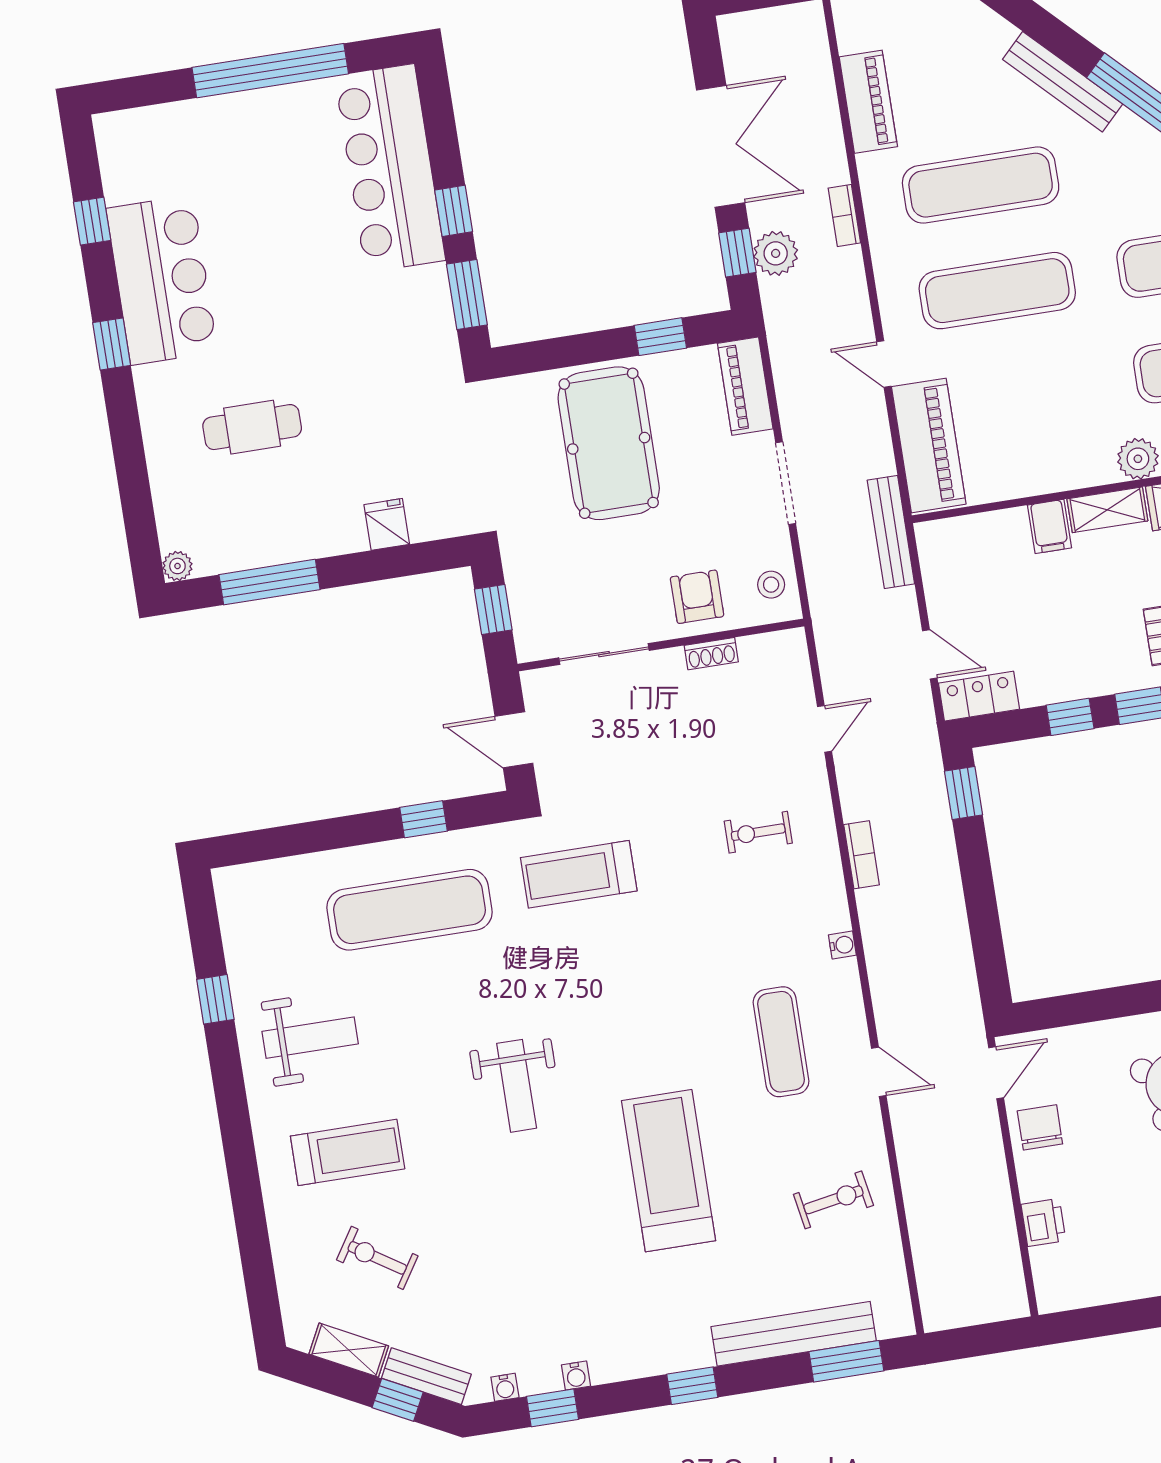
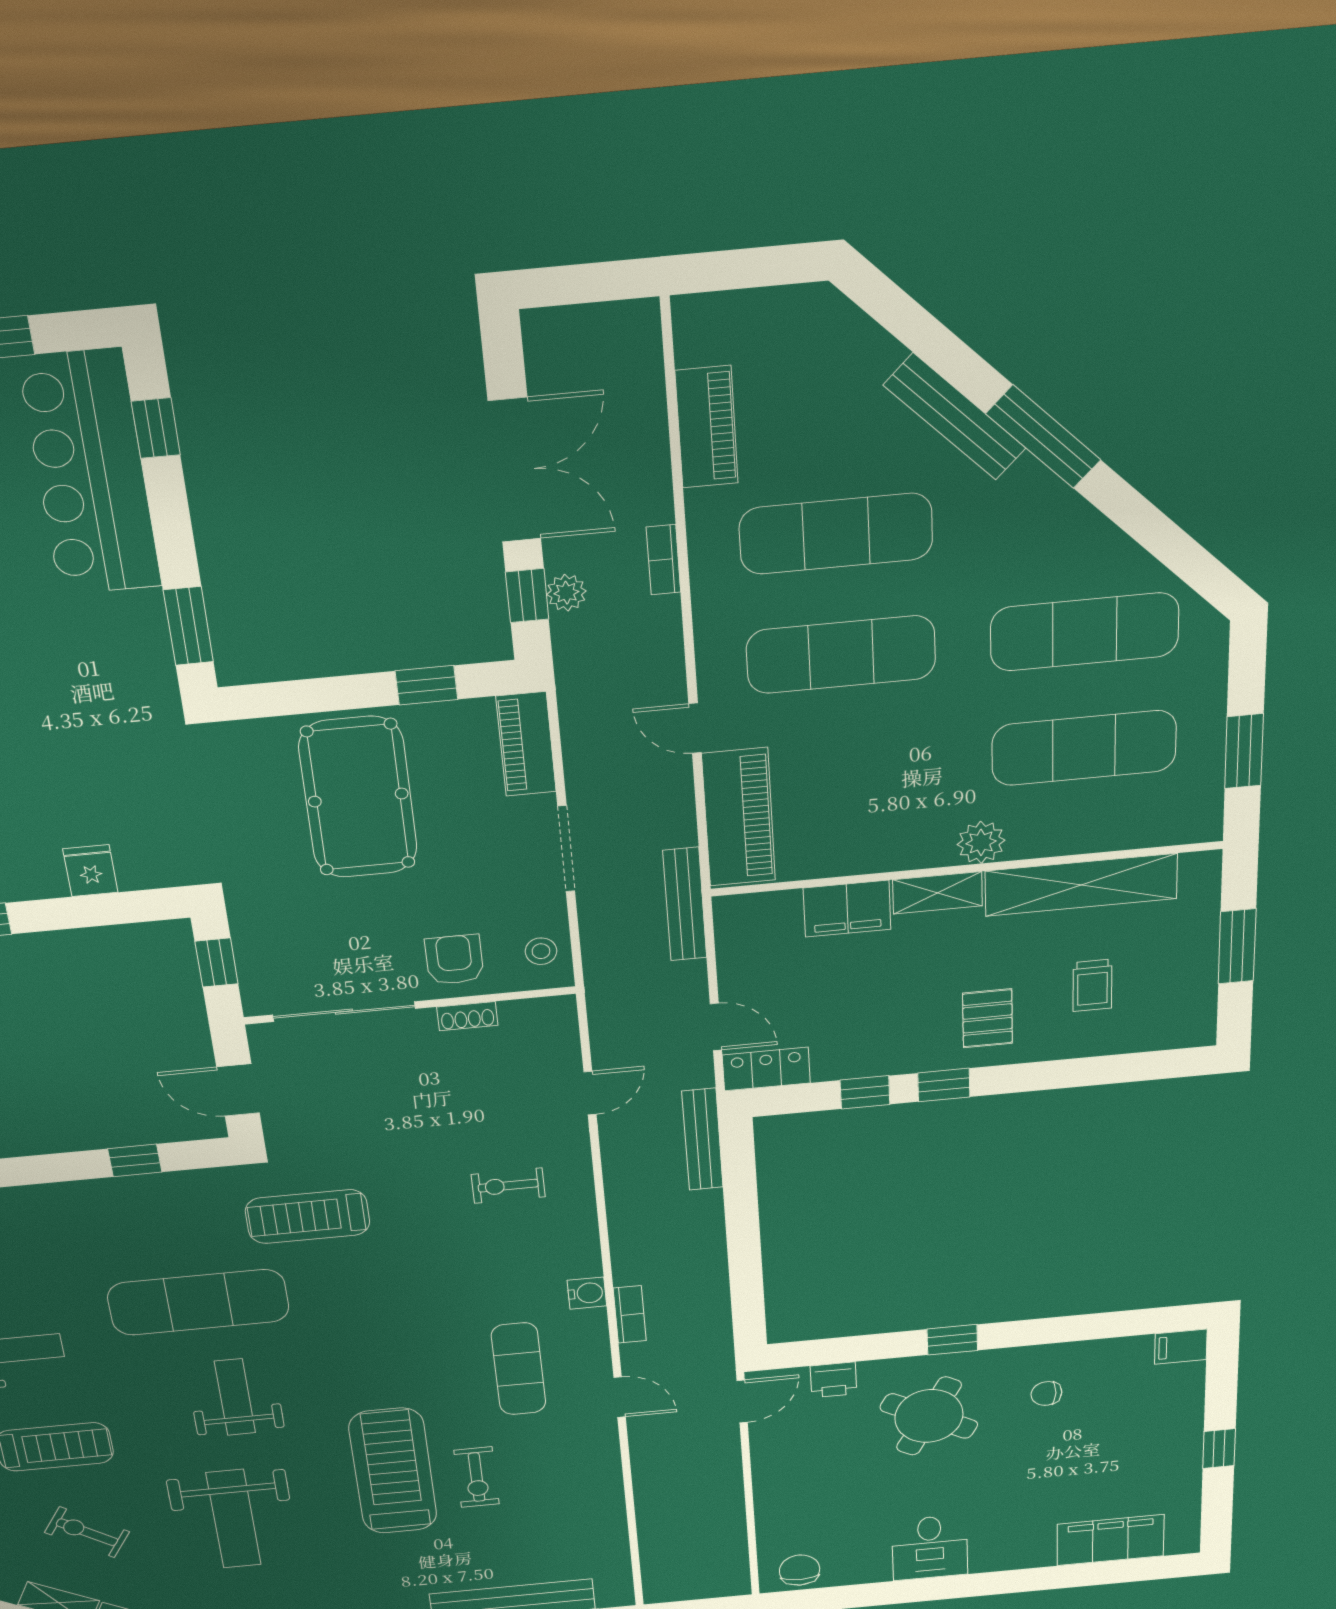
window: (454, 211) -> (156, 428), moved
plant: (776, 253) -> (566, 593), width x0.73, depth x0.73
filing cabinet: (1049, 526) -> (847, 909), width x2.00
sliding door: (604, 654) -> (344, 1012), width x1.37
bench: (929, 774) -> (703, 1139), added
window: (963, 793) -> (738, 1158), removed
bookcase: (862, 855) -> (630, 1314), moved
exercise mat: (410, 910) -> (198, 1302), moved
water cooler: (842, 945) -> (587, 1293), width x1.38, depth x1.38
weight bench: (517, 1086) -> (235, 1397), turned 180
chair: (1040, 1127) -> (800, 1570), moved
exercise bike: (833, 1200) -> (477, 1477), moved, turned 100
printer: (1043, 1222) -> (833, 1380), moved, turned 90
weight bench: (518, 1236) -> (234, 1519), added

